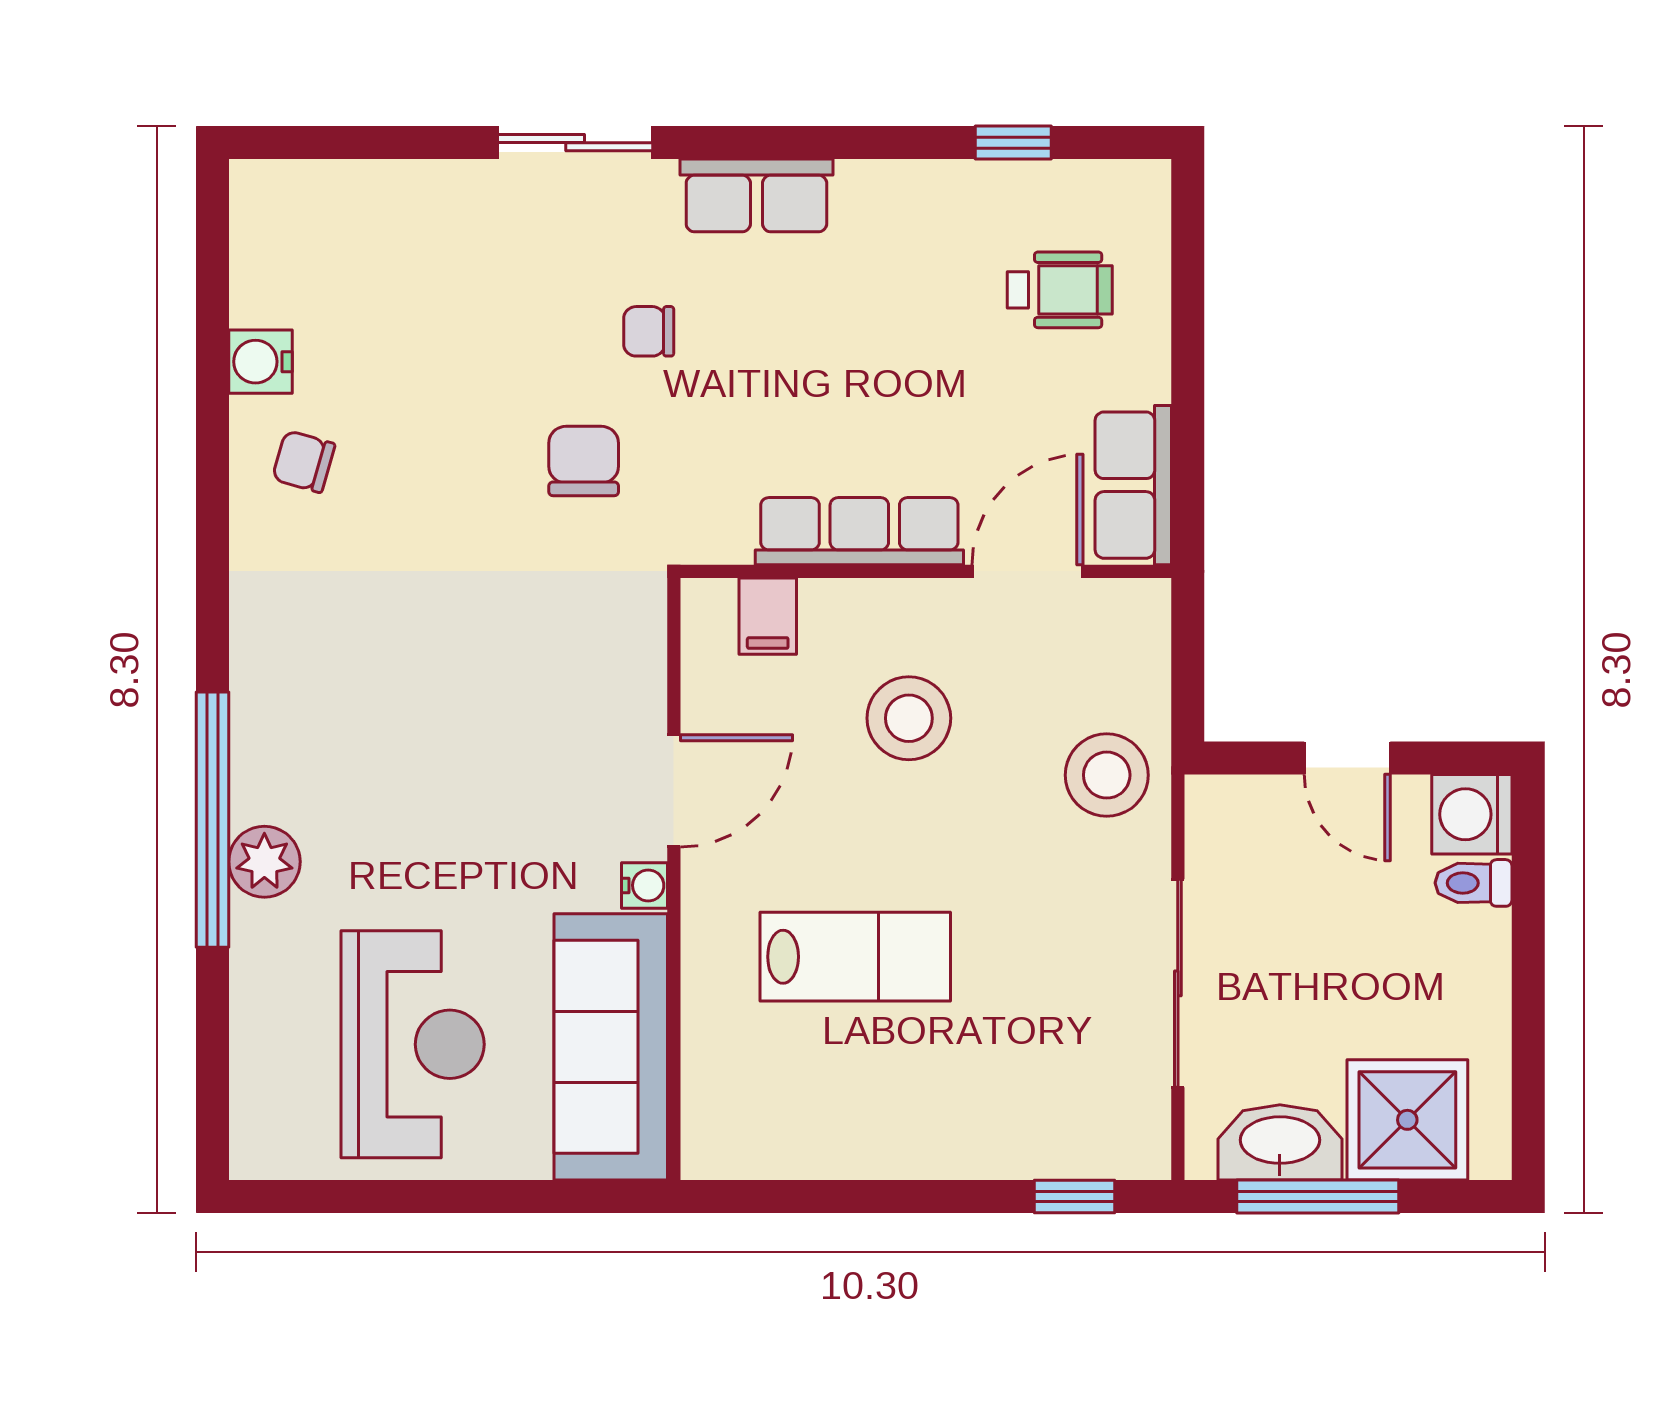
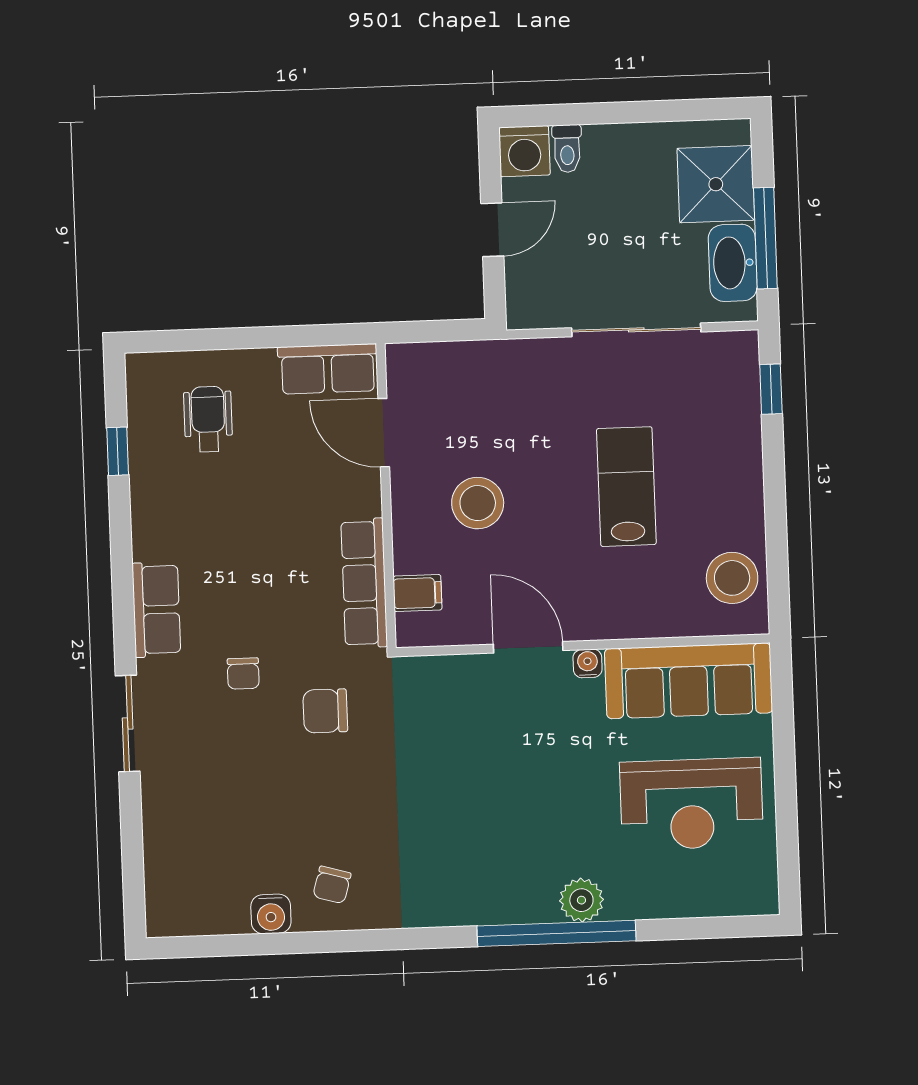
row of seats: (859, 531) -> (364, 583), moved
stool: (1107, 775) -> (732, 578), moved
lab bench: (855, 957) -> (626, 487), moved
reception desk: (413, 1044) -> (691, 804), turned 180

